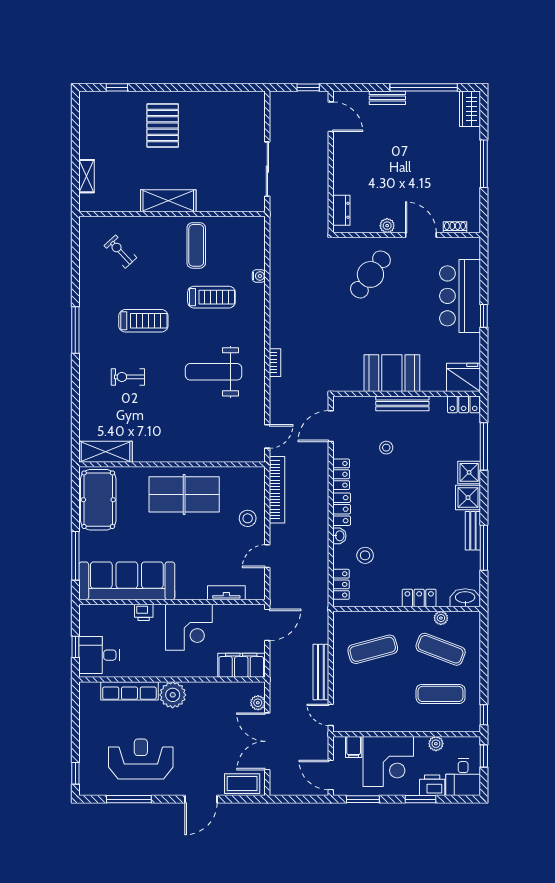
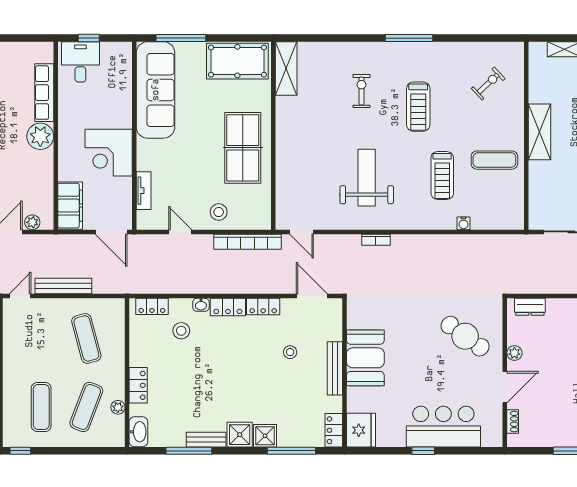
printer: (144, 612) -> (124, 107), removed

